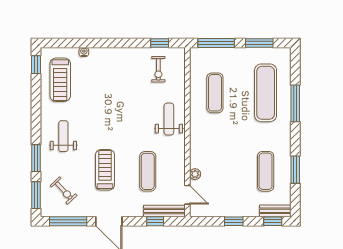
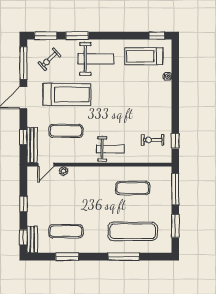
weight bench: (63, 136) -> (96, 59), width x1.36, depth x1.33
treadmill: (105, 170) -> (67, 94), width x1.37, depth x1.38

